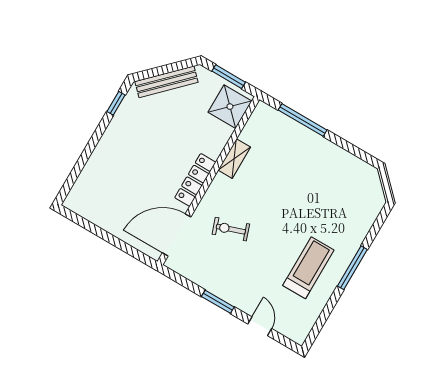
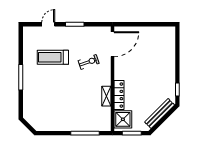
locker: (195, 180) -> (119, 95), moved
treadmill: (308, 268) -> (53, 57), moved, turned 90
door: (260, 326) -> (48, 24), swing flipped

